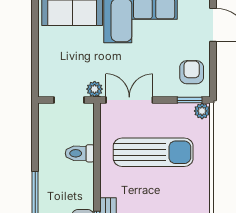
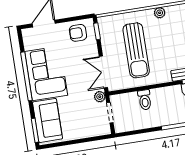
plant: (202, 111) -> (160, 13), moved
sun lounger: (153, 152) -> (136, 50), turned 180

